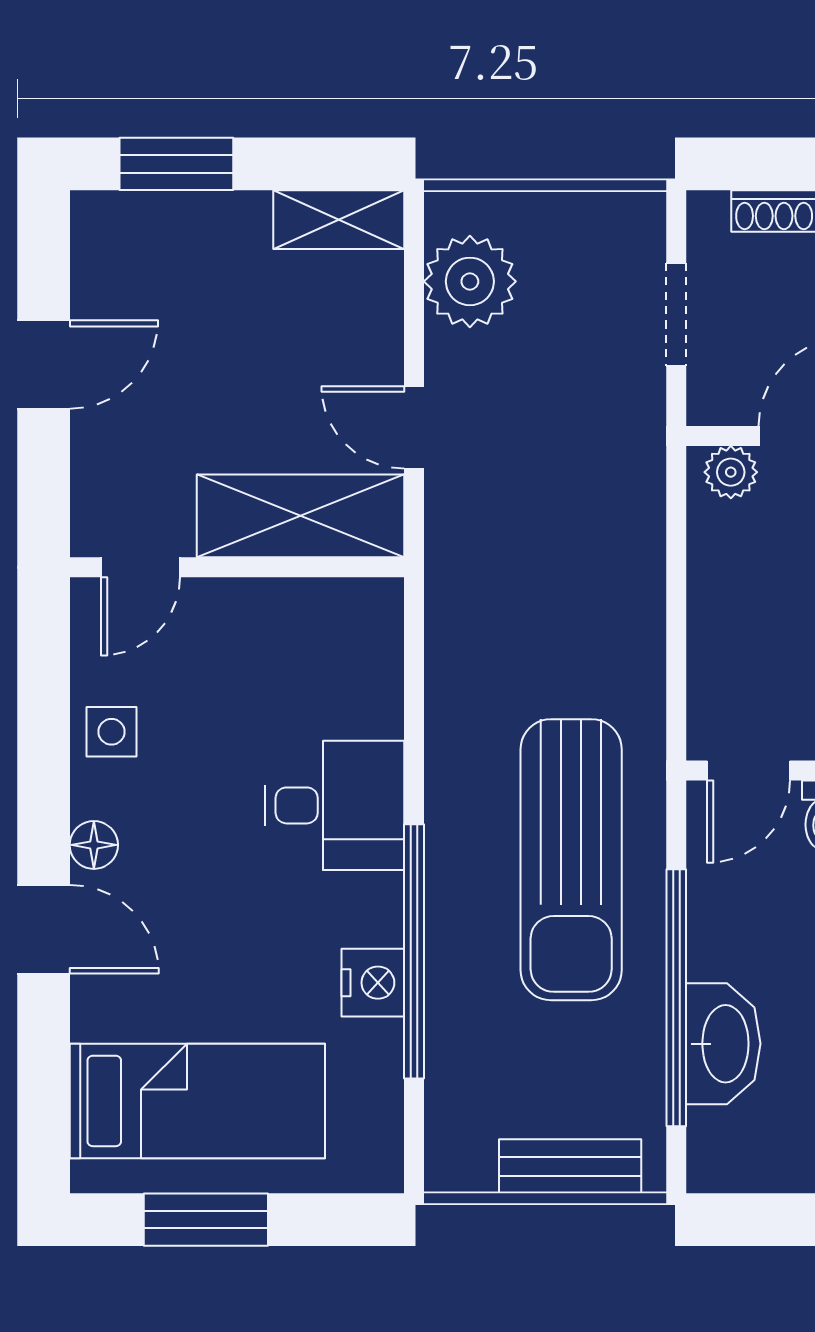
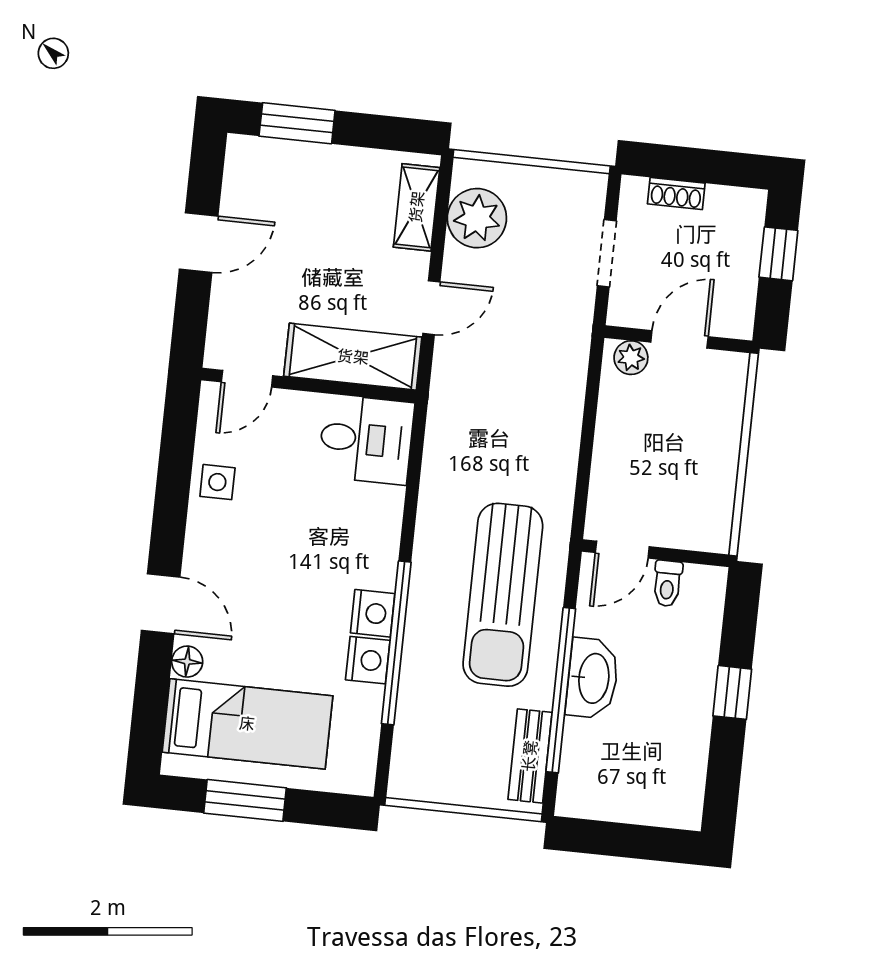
shelving: (339, 220) -> (417, 207), moved, turned 90
door: (414, 427) -> (431, 308), swing flipped
desk: (334, 805) -> (366, 439), moved
floor lamp: (94, 845) -> (187, 662), moved
nightstand: (373, 909) -> (373, 613), added
washbasin: (723, 1044) -> (592, 678), moved
bench: (570, 1166) -> (530, 756), moved, turned 90

